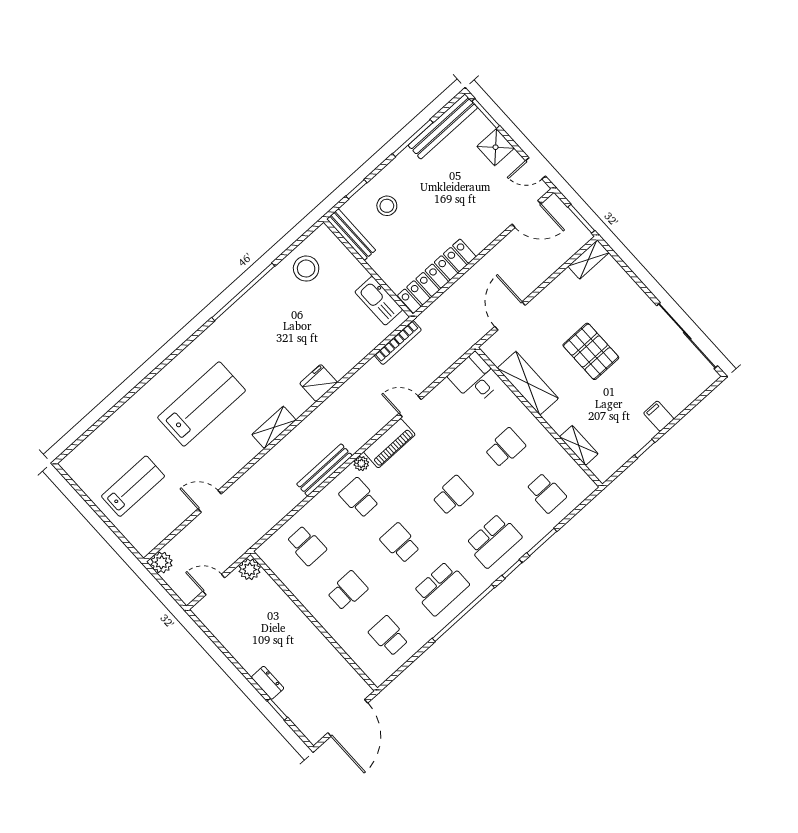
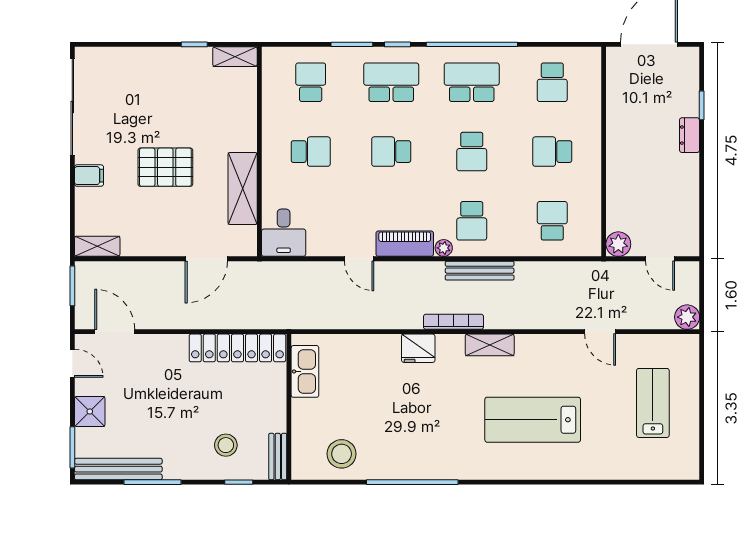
bench: (351, 235) -> (278, 457), width x0.73
bookcase: (398, 343) -> (453, 322), moved
pallet: (591, 351) -> (165, 167), turned 90
filing cabinet: (659, 416) -> (89, 176), moved, turned -90
shelving: (579, 445) -> (235, 57), moved, turned 90
school desk: (505, 448) -> (311, 152), turned 180
lab bench: (133, 486) -> (653, 403), turned 90

